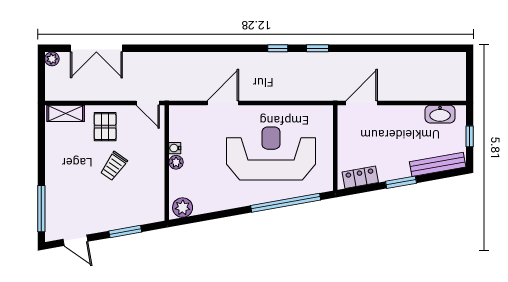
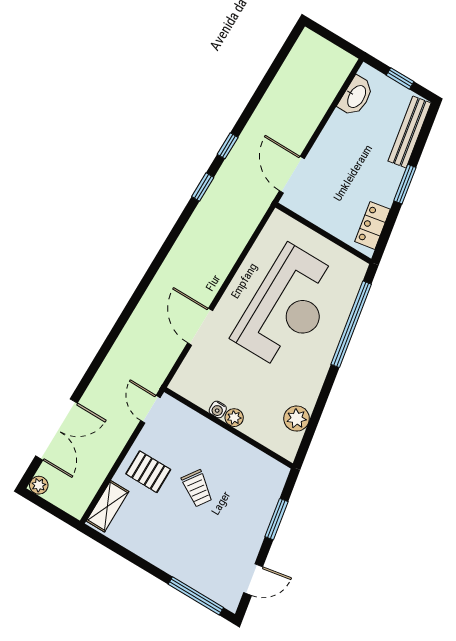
window: (278, 48) -> (228, 146), moved
door: (148, 103) -> (150, 409), swing flipped
reception desk: (271, 154) -> (287, 308), turned 180
plant: (183, 208) -> (297, 419), moved

